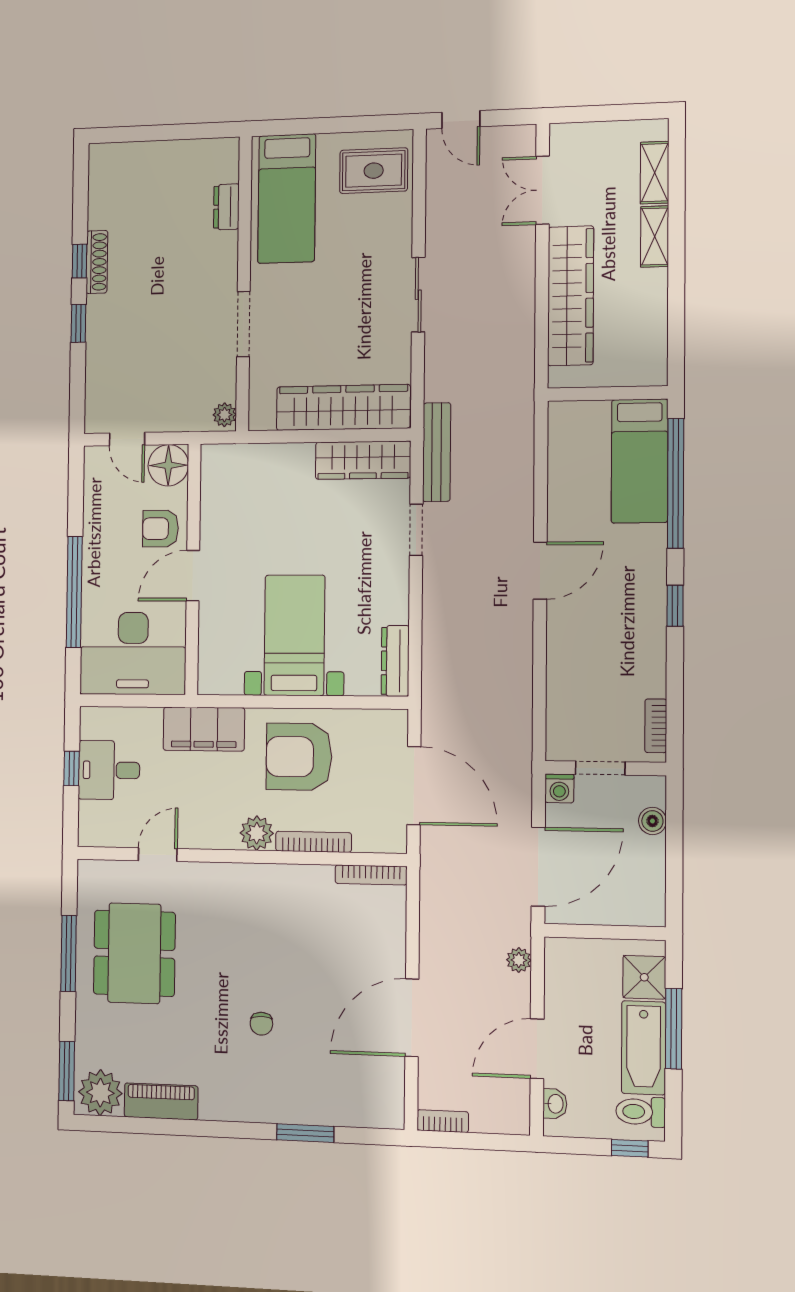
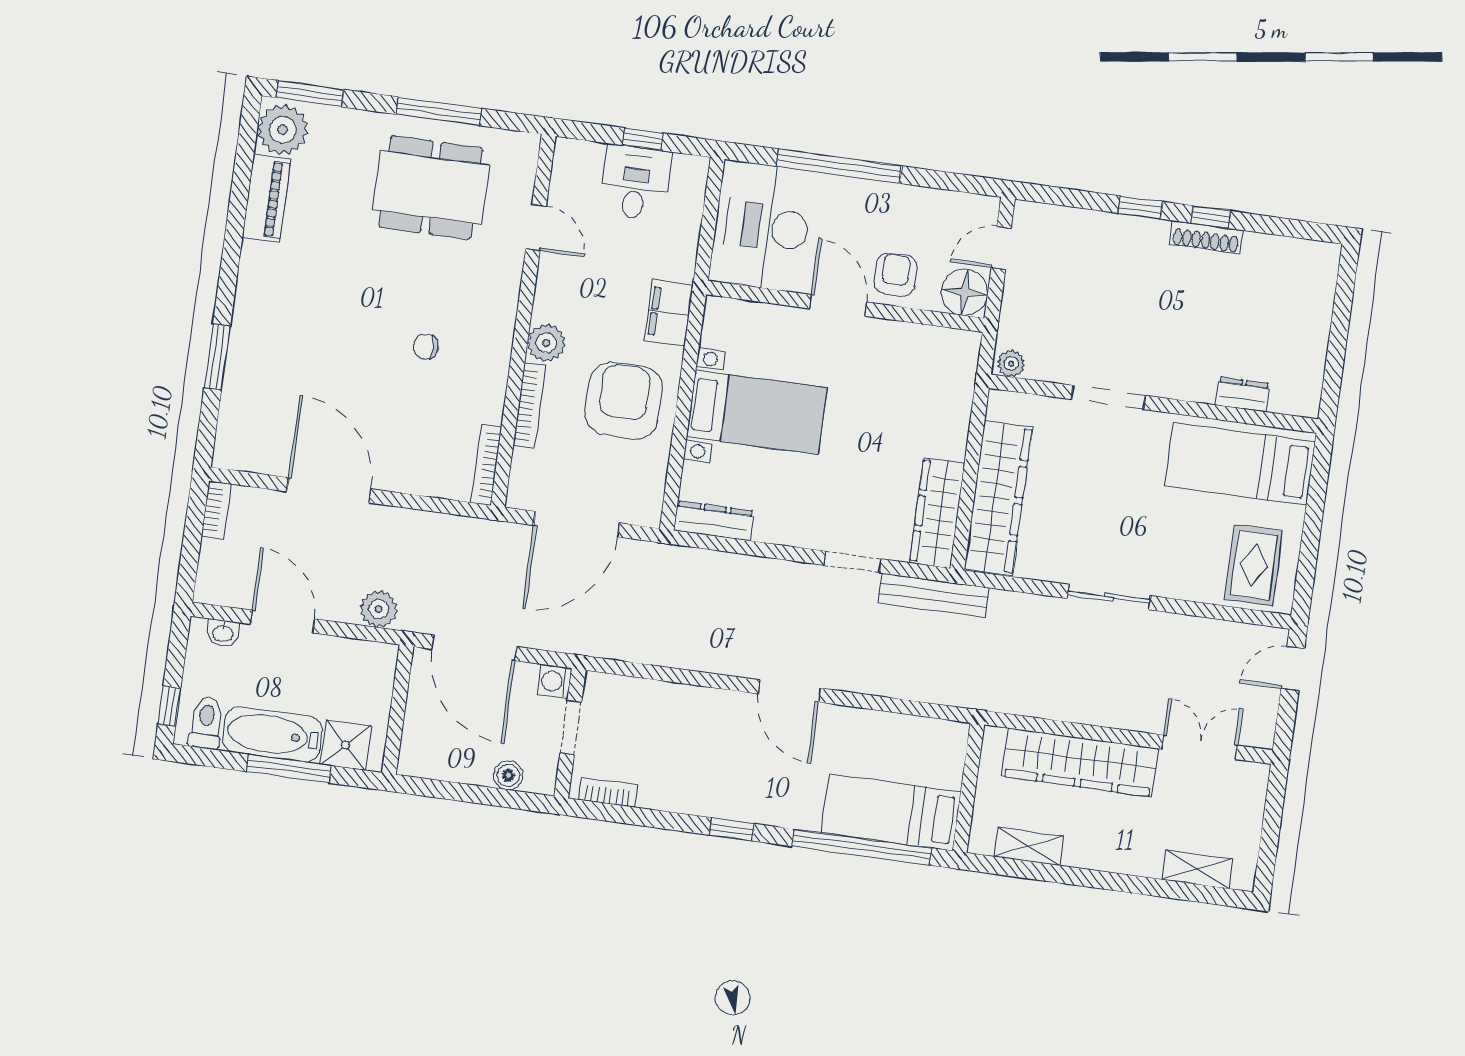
shelving: (655, 236) -> (1028, 846), moved
filing cabinet: (204, 729) -> (669, 313), width x0.67, depth x0.86
plant: (519, 960) -> (379, 609), width x1.38, depth x1.38
chair: (261, 1024) -> (426, 347), moved

